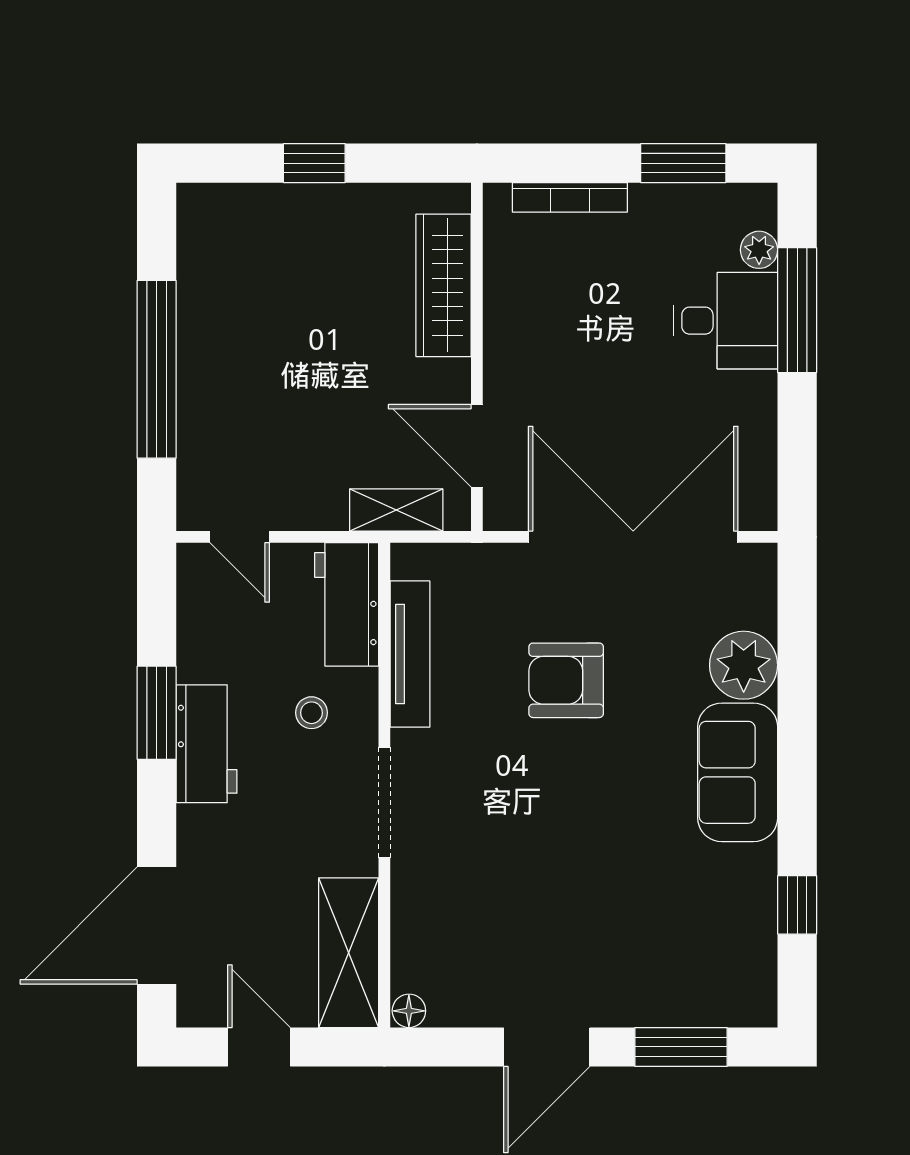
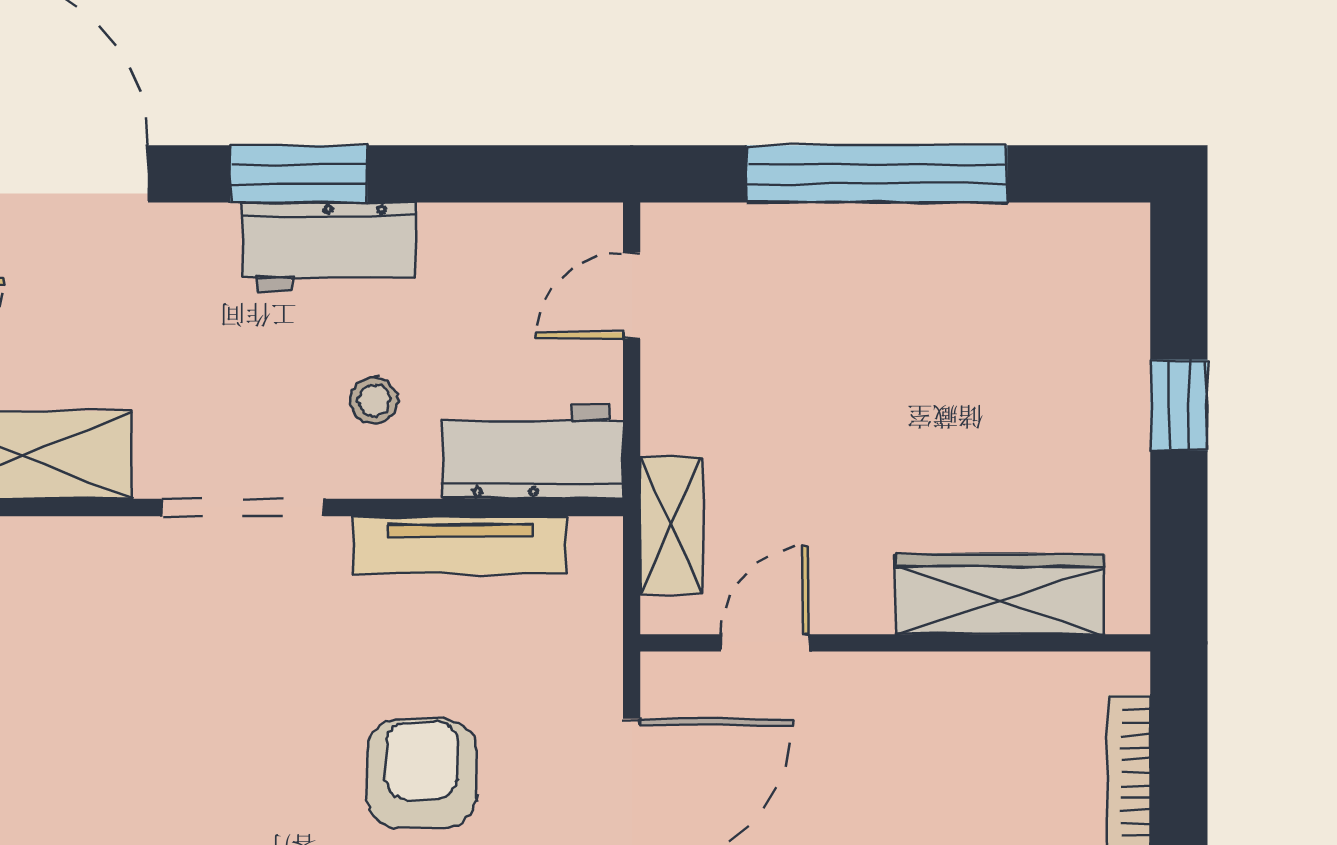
door: (477, 446) -> (765, 643), width x0.73
window: (157, 713) -> (299, 174), moved

